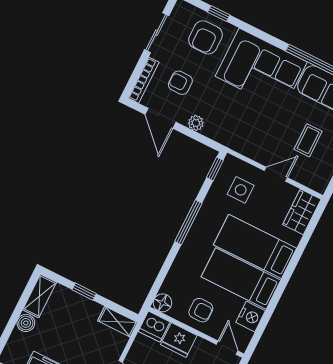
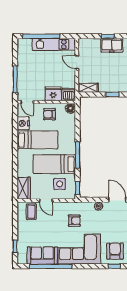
armchair: (180, 83) -> (74, 221), moved
coffee table: (308, 140) -> (31, 212), moved
door: (276, 174) -> (46, 201), hinge flipped
bed: (255, 246) -> (54, 164), moved, turned 180

